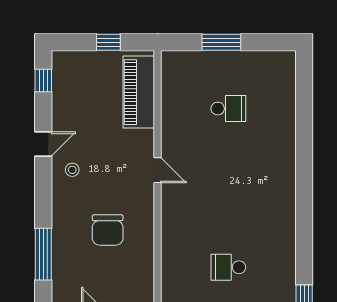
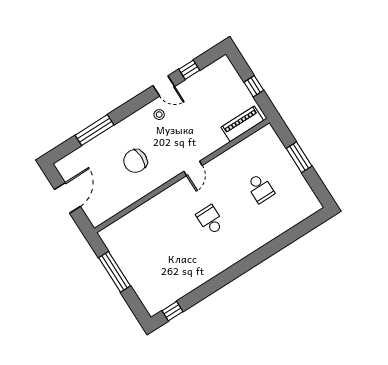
window: (43, 81) -> (189, 70), moved
piano: (139, 92) -> (242, 124), width x0.73, depth x0.75
school desk: (228, 267) -> (210, 220), moved

